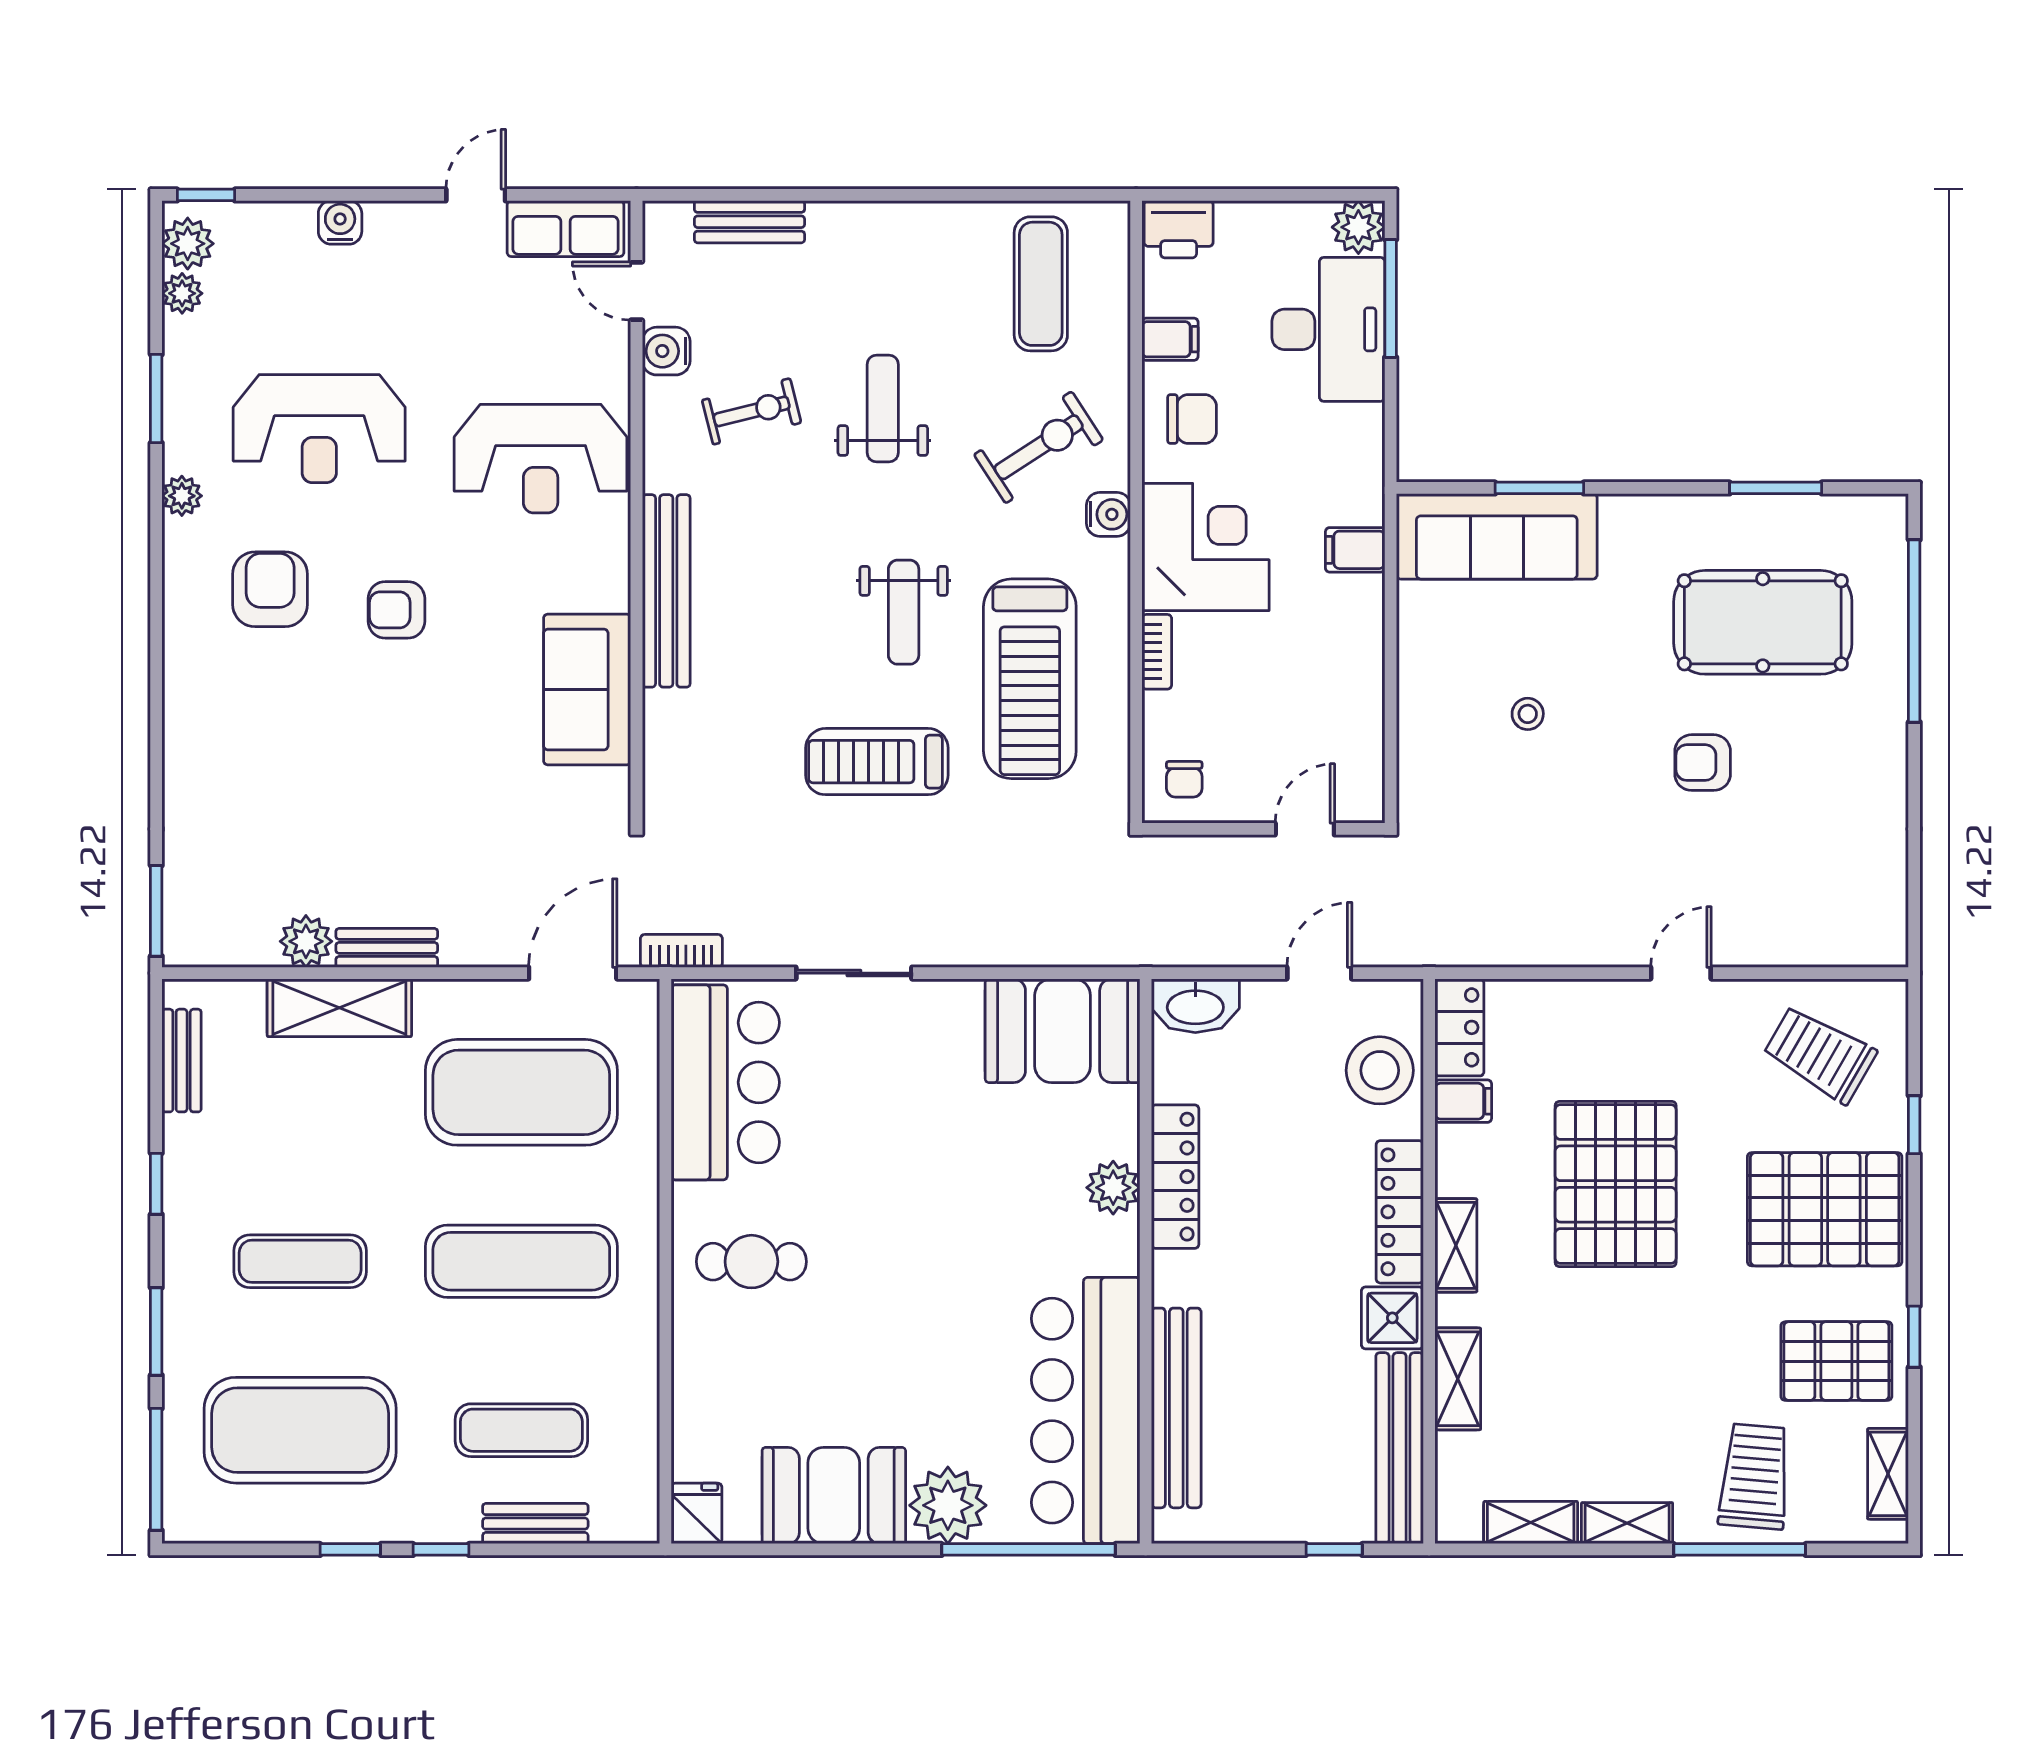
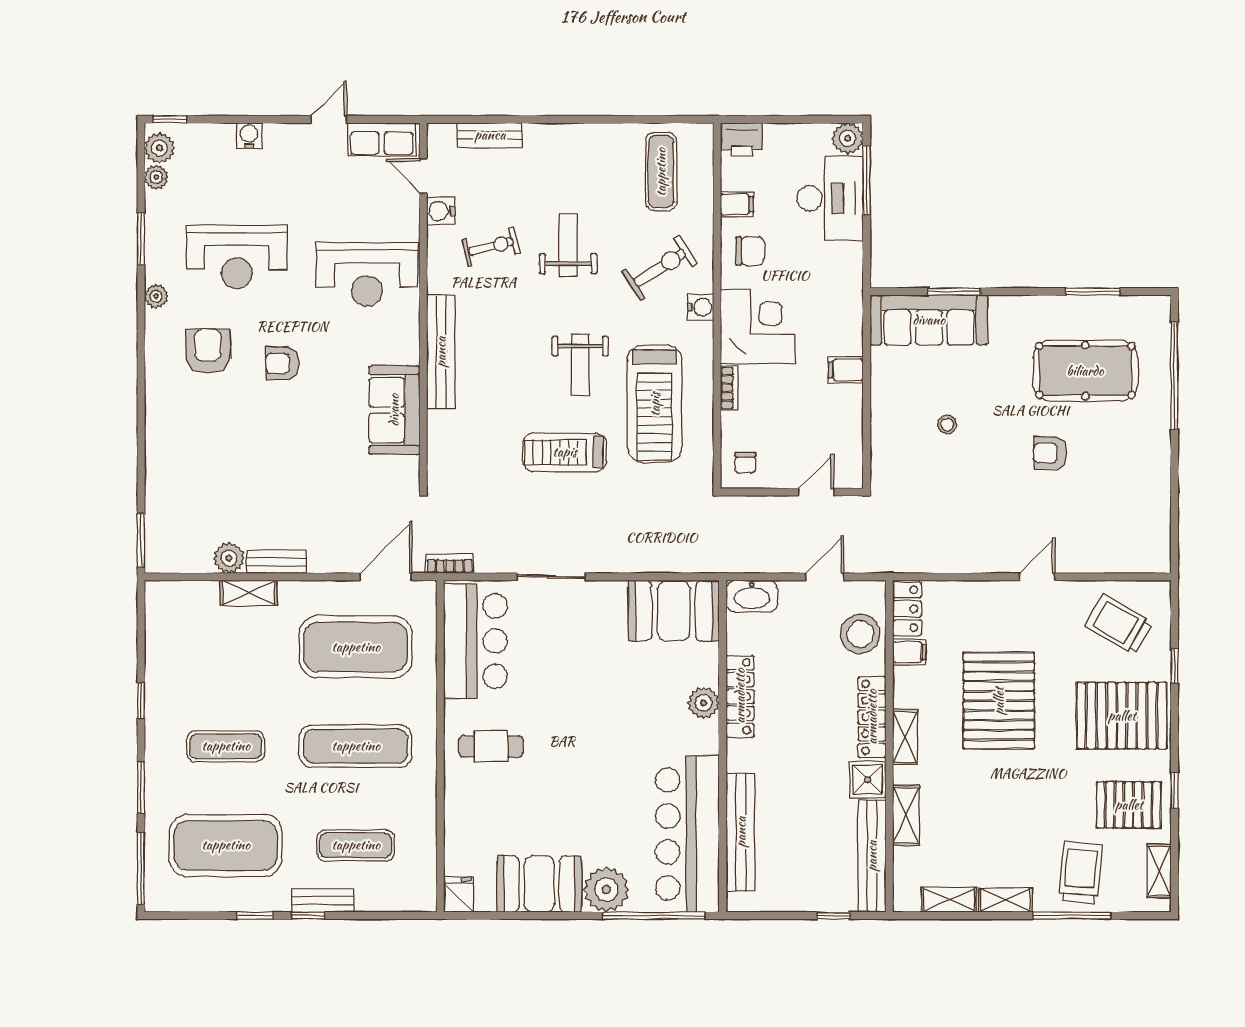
filing cabinet: (1355, 550) -> (846, 370), moved
shelving: (339, 1008) -> (249, 593), width x0.67, depth x0.75
bench: (182, 1061) -> (156, 628), removed
bench: (535, 1524) -> (323, 900), moved

